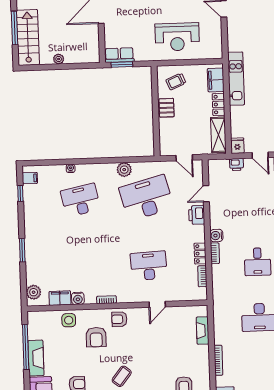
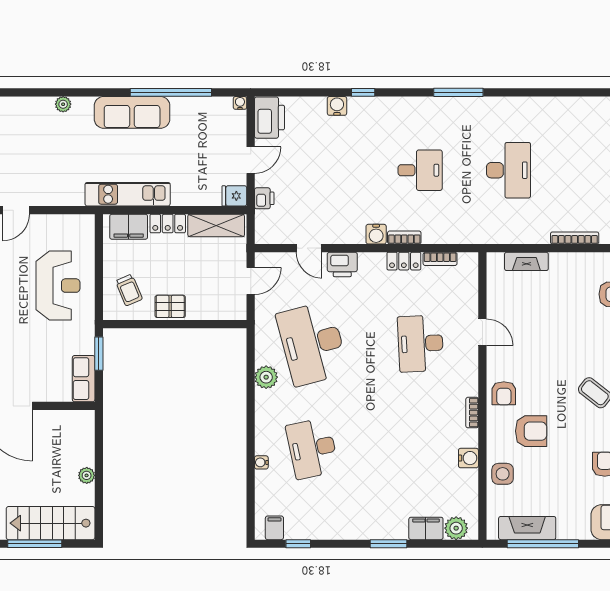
window: (122, 64) -> (99, 354), moved
filing cabinet: (60, 298) -> (426, 528), moved, turned 90
fireplace: (36, 358) -> (527, 528), moved

